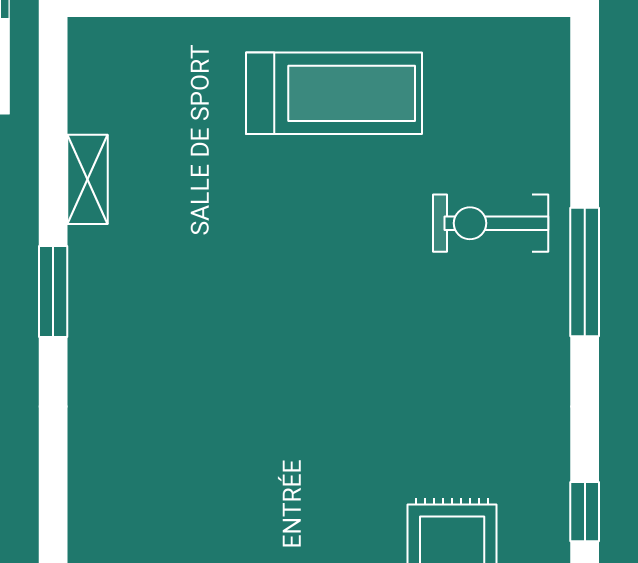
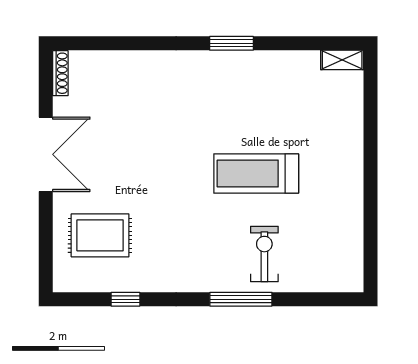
treadmill: (334, 93) -> (256, 174), moved, turned 90
shelving: (88, 179) -> (342, 60), moved

